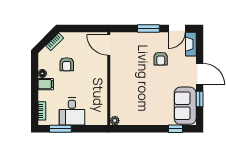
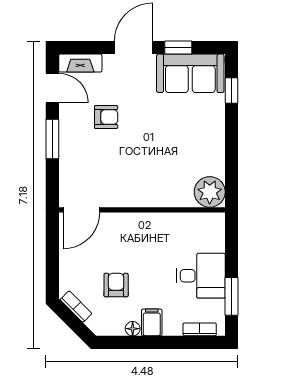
armchair: (67, 64) -> (116, 285), turned -90
plant: (115, 121) -> (210, 192), width x1.88, depth x1.88

